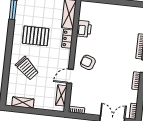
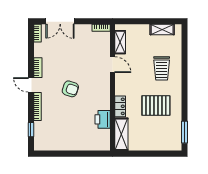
armchair: (88, 62) -> (70, 89), moved
trolley: (27, 68) -> (162, 68), turned -132
door: (70, 76) -> (112, 65), hinge flipped

